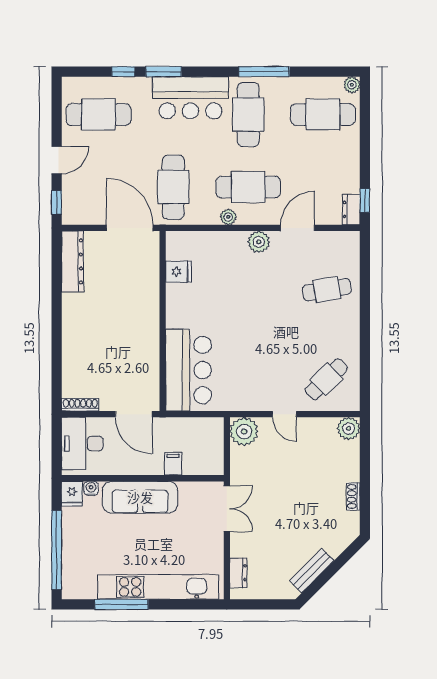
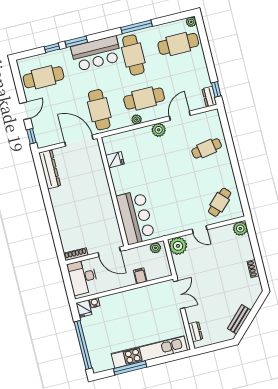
plant: (208, 426) -> (155, 248), added
sofa: (140, 497) -> (125, 301), removed

